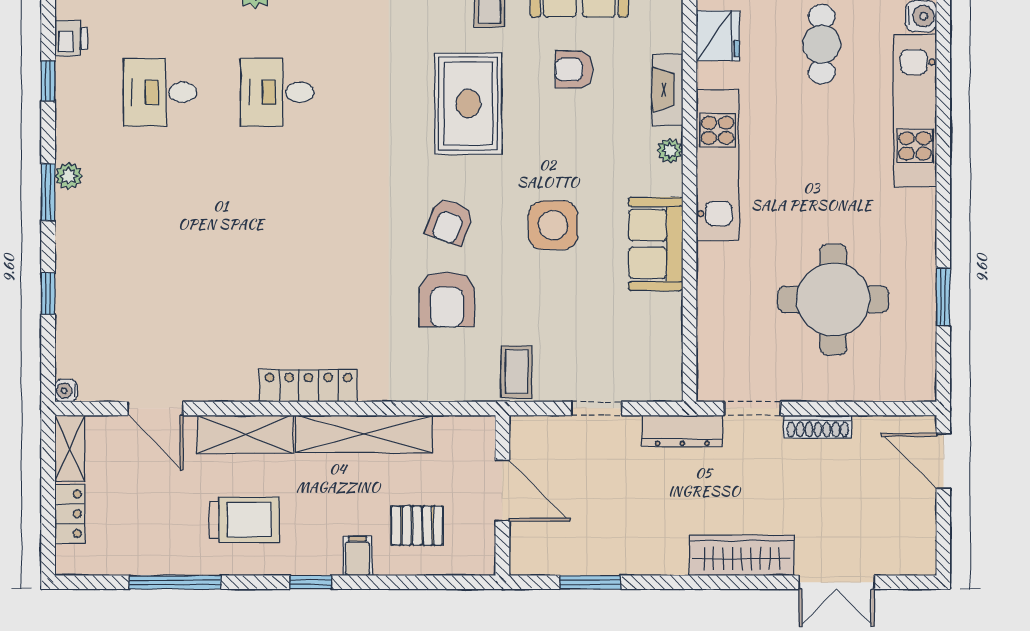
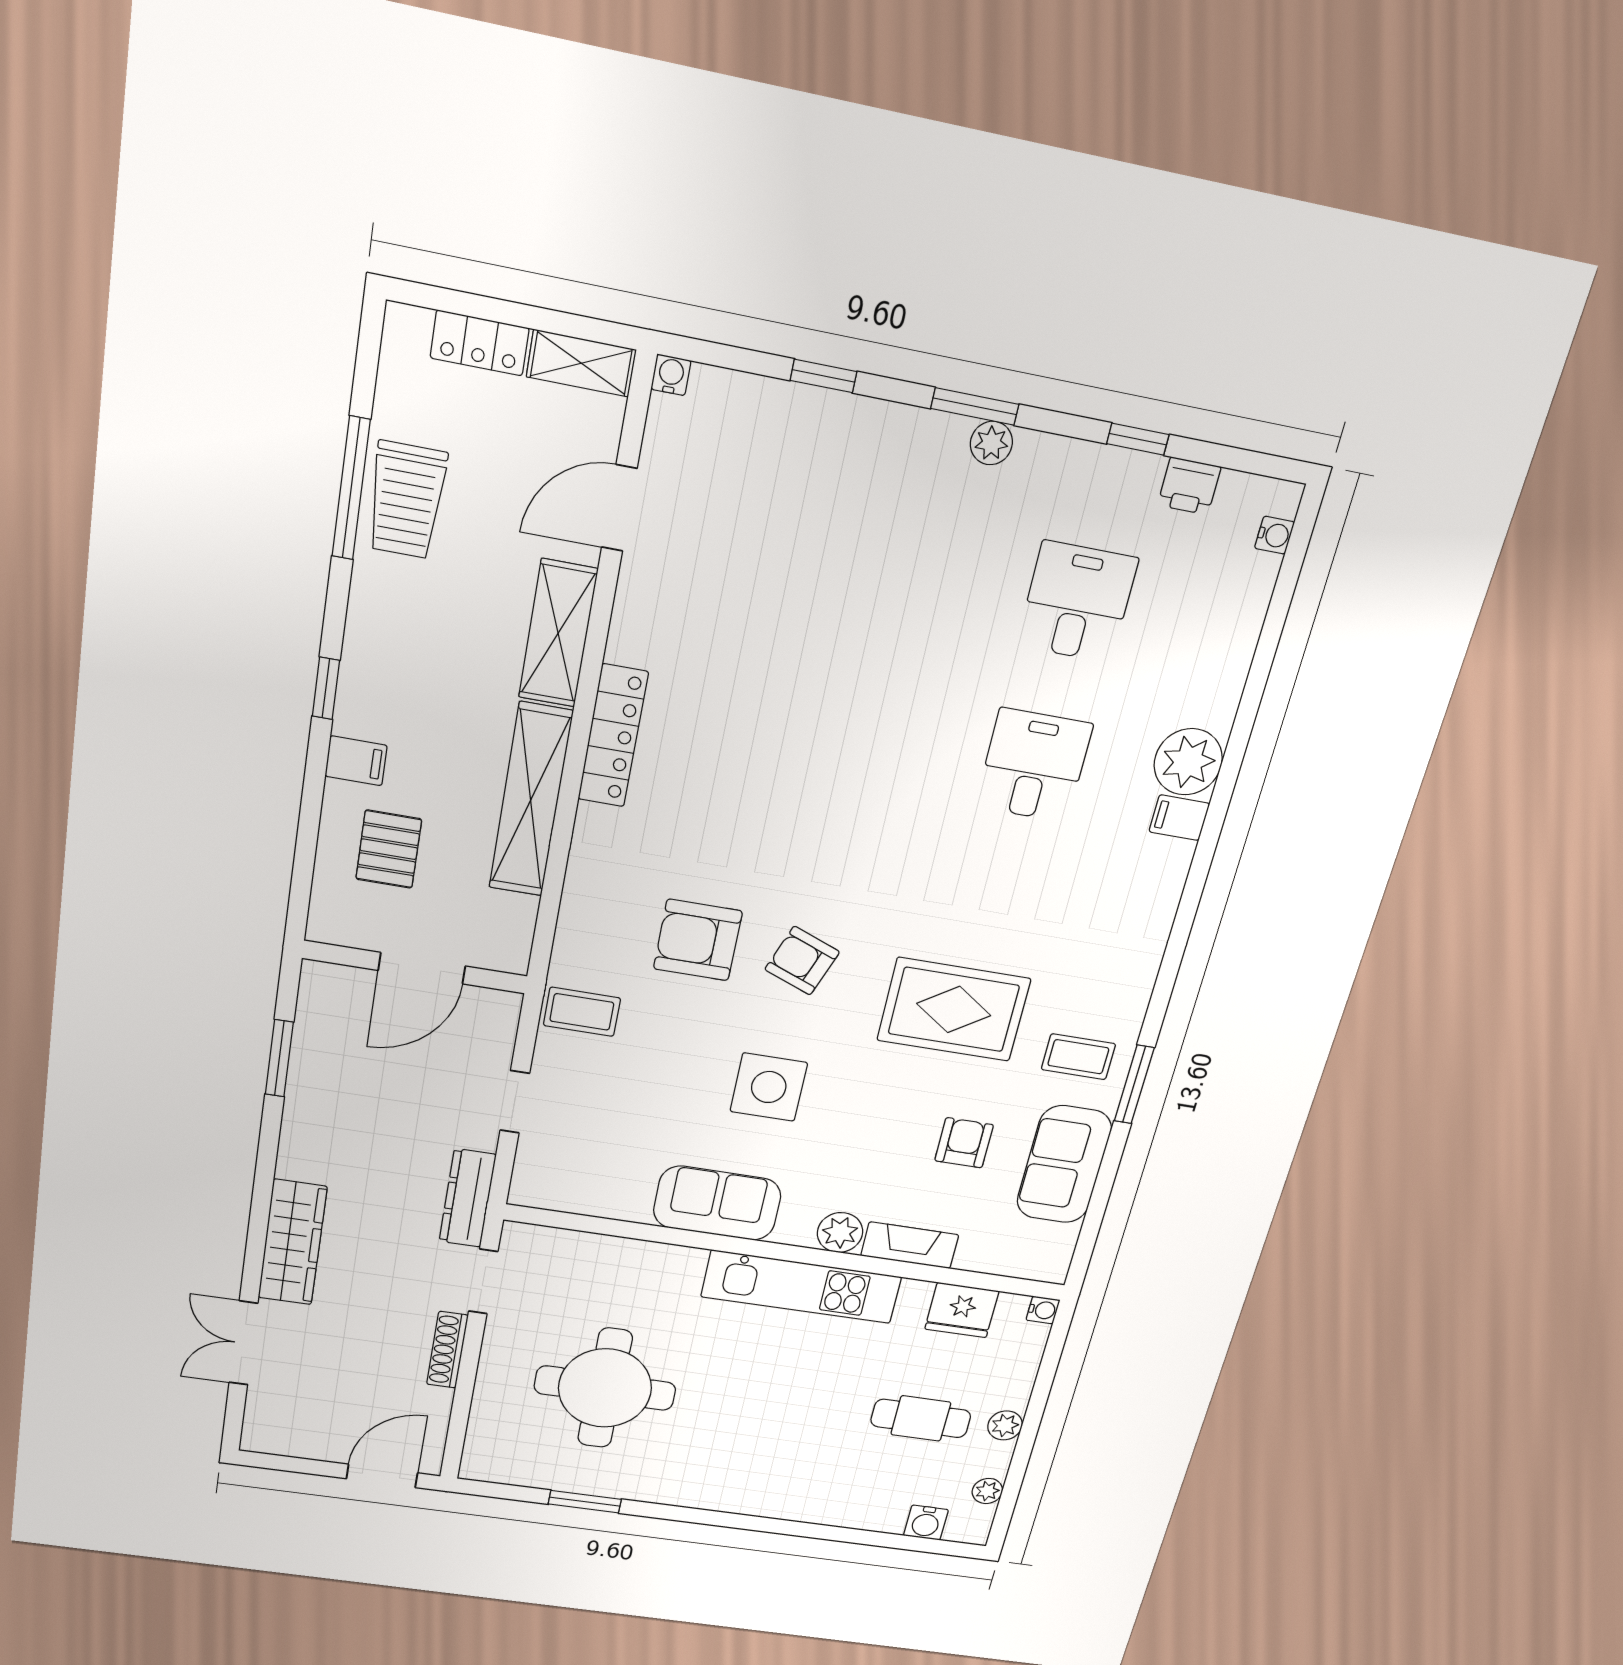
kitchen unit: (915, 111) -> (816, 1502), removed
plant: (670, 151) -> (840, 1232), width x1.38, depth x1.38
trolley: (244, 520) -> (406, 500), moved

